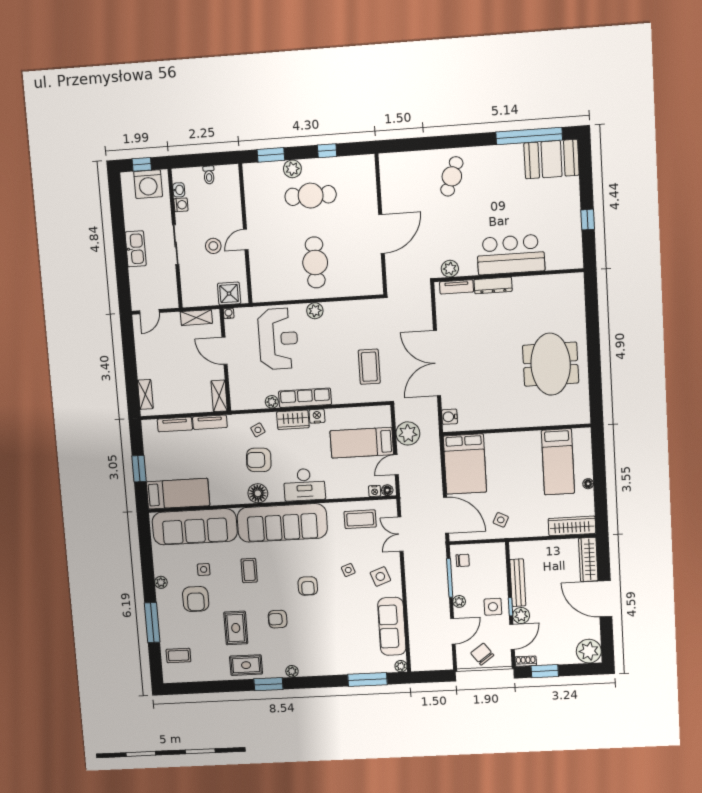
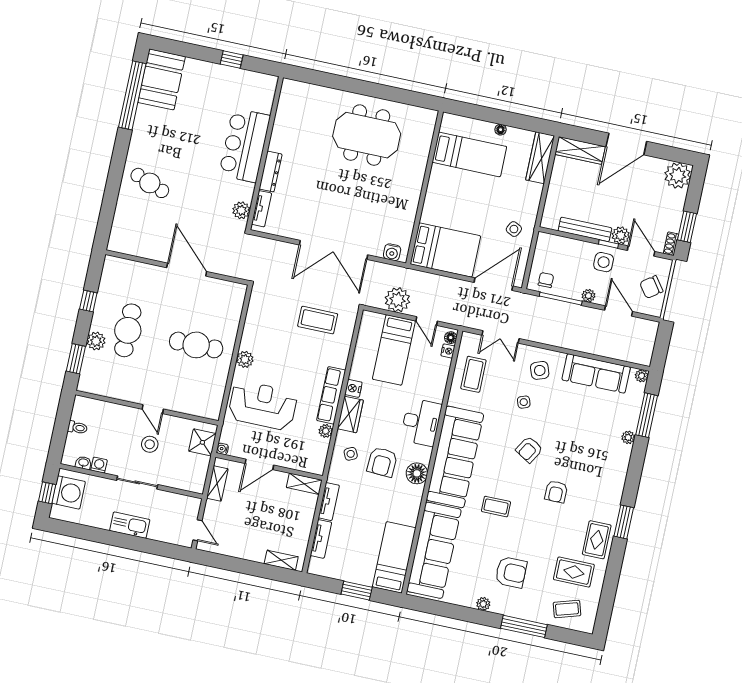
side table: (204, 569) -> (482, 554), removed
armchair: (308, 586) -> (529, 449), turned 121
rug: (236, 628) -> (574, 572), moved
coffee table: (178, 655) -> (567, 609), turned 73
plant: (292, 671) -> (628, 437), moved

